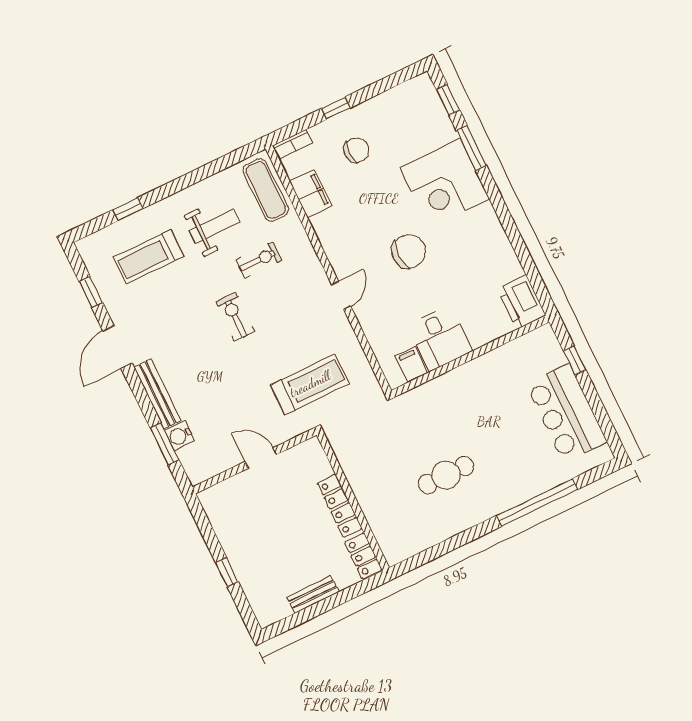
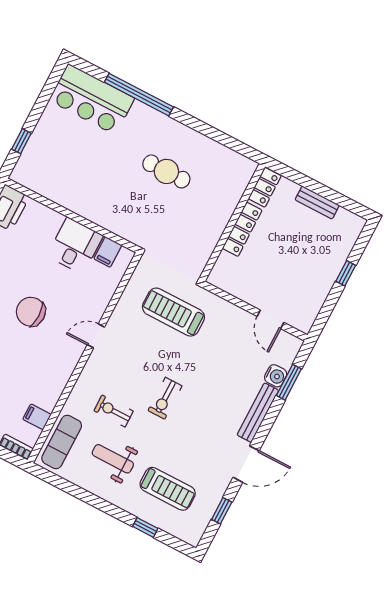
filing cabinet: (311, 194) -> (37, 417), width x0.50
bar counter: (566, 413) -> (92, 99), moved, turned 90
door: (261, 458) -> (271, 319), moved

